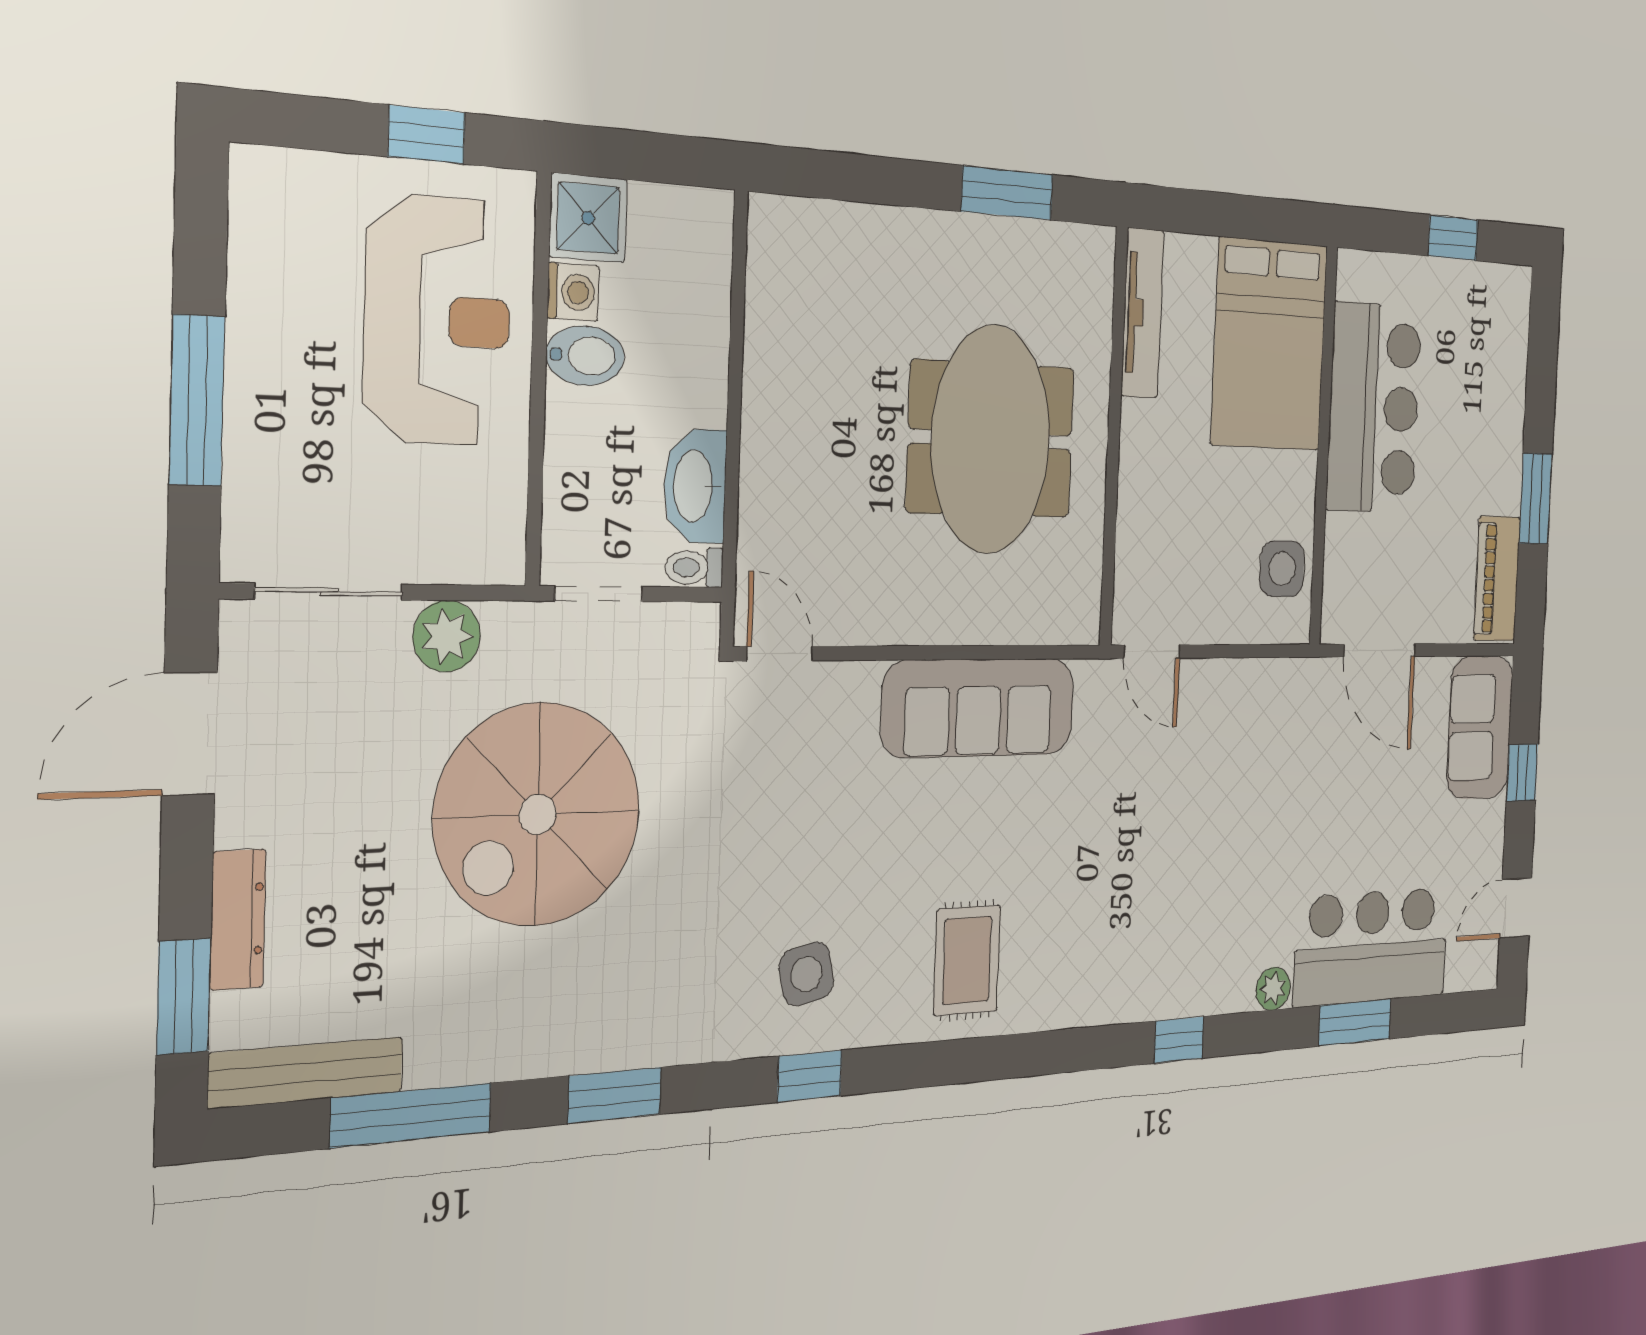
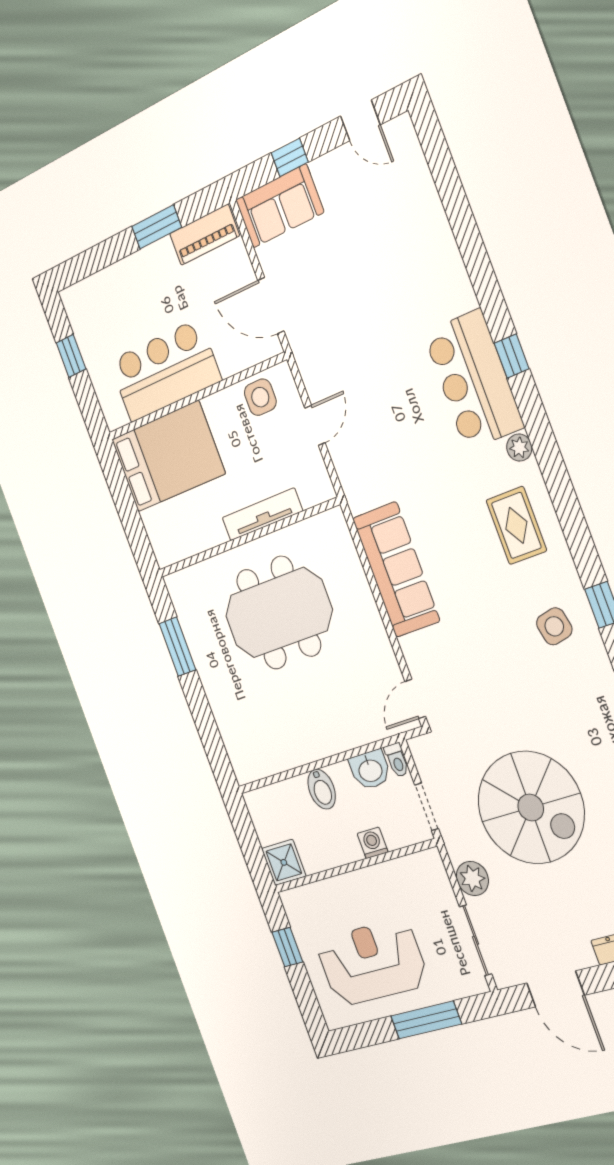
washing machine: (573, 292) -> (373, 843), moved
tv unit: (1142, 313) -> (262, 514), moved
reception desk: (438, 320) -> (372, 962), moved
bidet: (585, 356) -> (322, 789), moved, turned 180
washbasin: (695, 486) -> (370, 770), width x0.72
door: (1380, 650) -> (271, 306), swing flipped
door: (1152, 652) -> (315, 425), moved
bar counter: (1371, 947) -> (473, 380), moved
rug: (967, 960) -> (516, 525), turned 90
plant: (1273, 989) -> (519, 448), moved
window: (1355, 1022) -> (462, 221), removed

